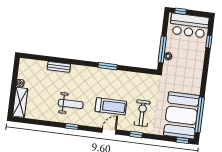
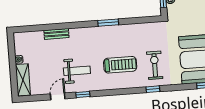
door: (109, 131) -> (58, 96), moved

